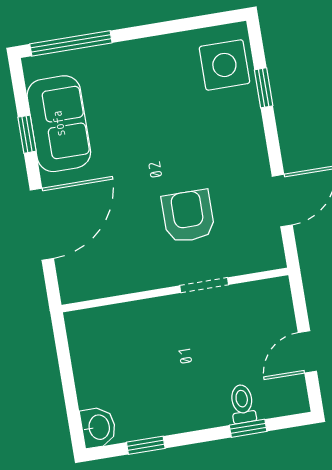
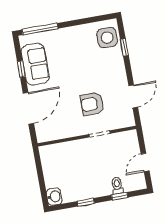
armchair: (188, 216) -> (92, 104), turned -90
window: (146, 445) -> (86, 202), moved

